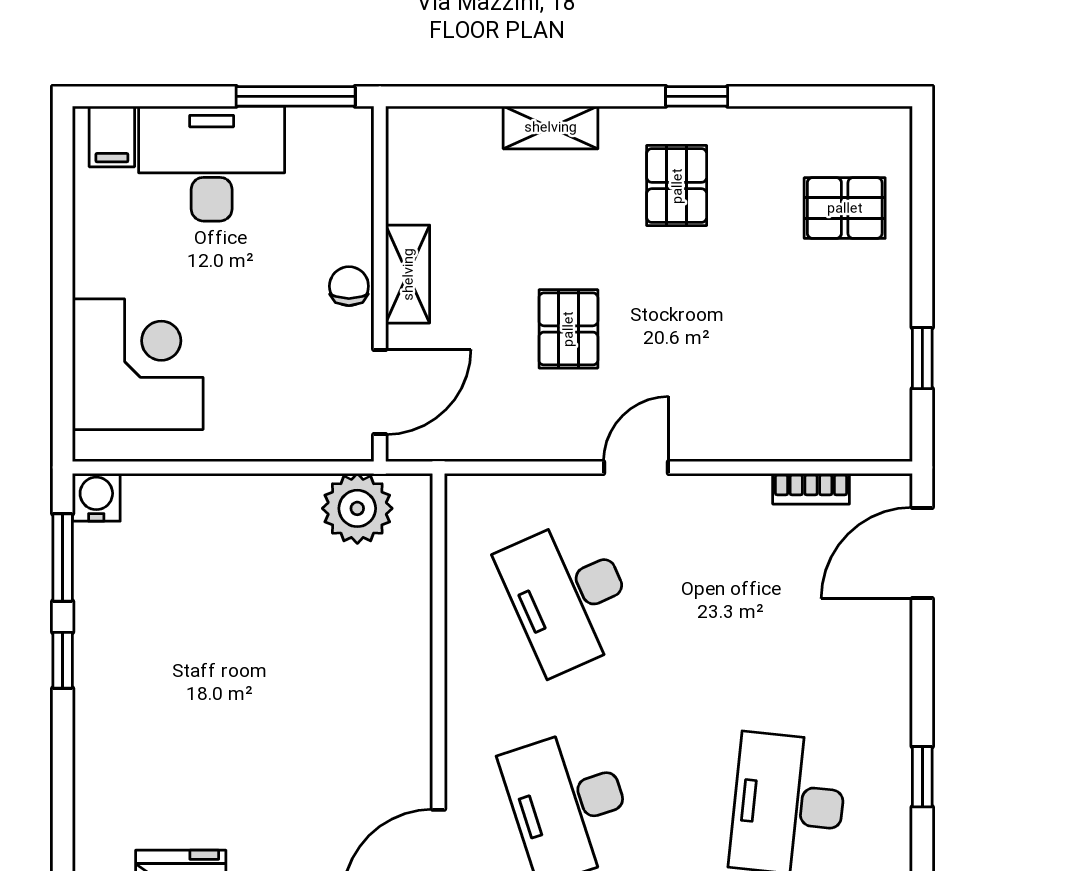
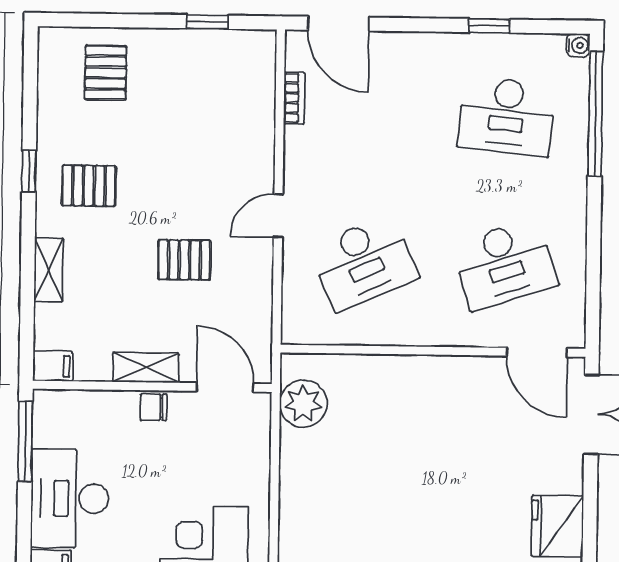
filing cabinet: (408, 136) -> (53, 366), added
door: (636, 467) -> (278, 216), hinge flipped

